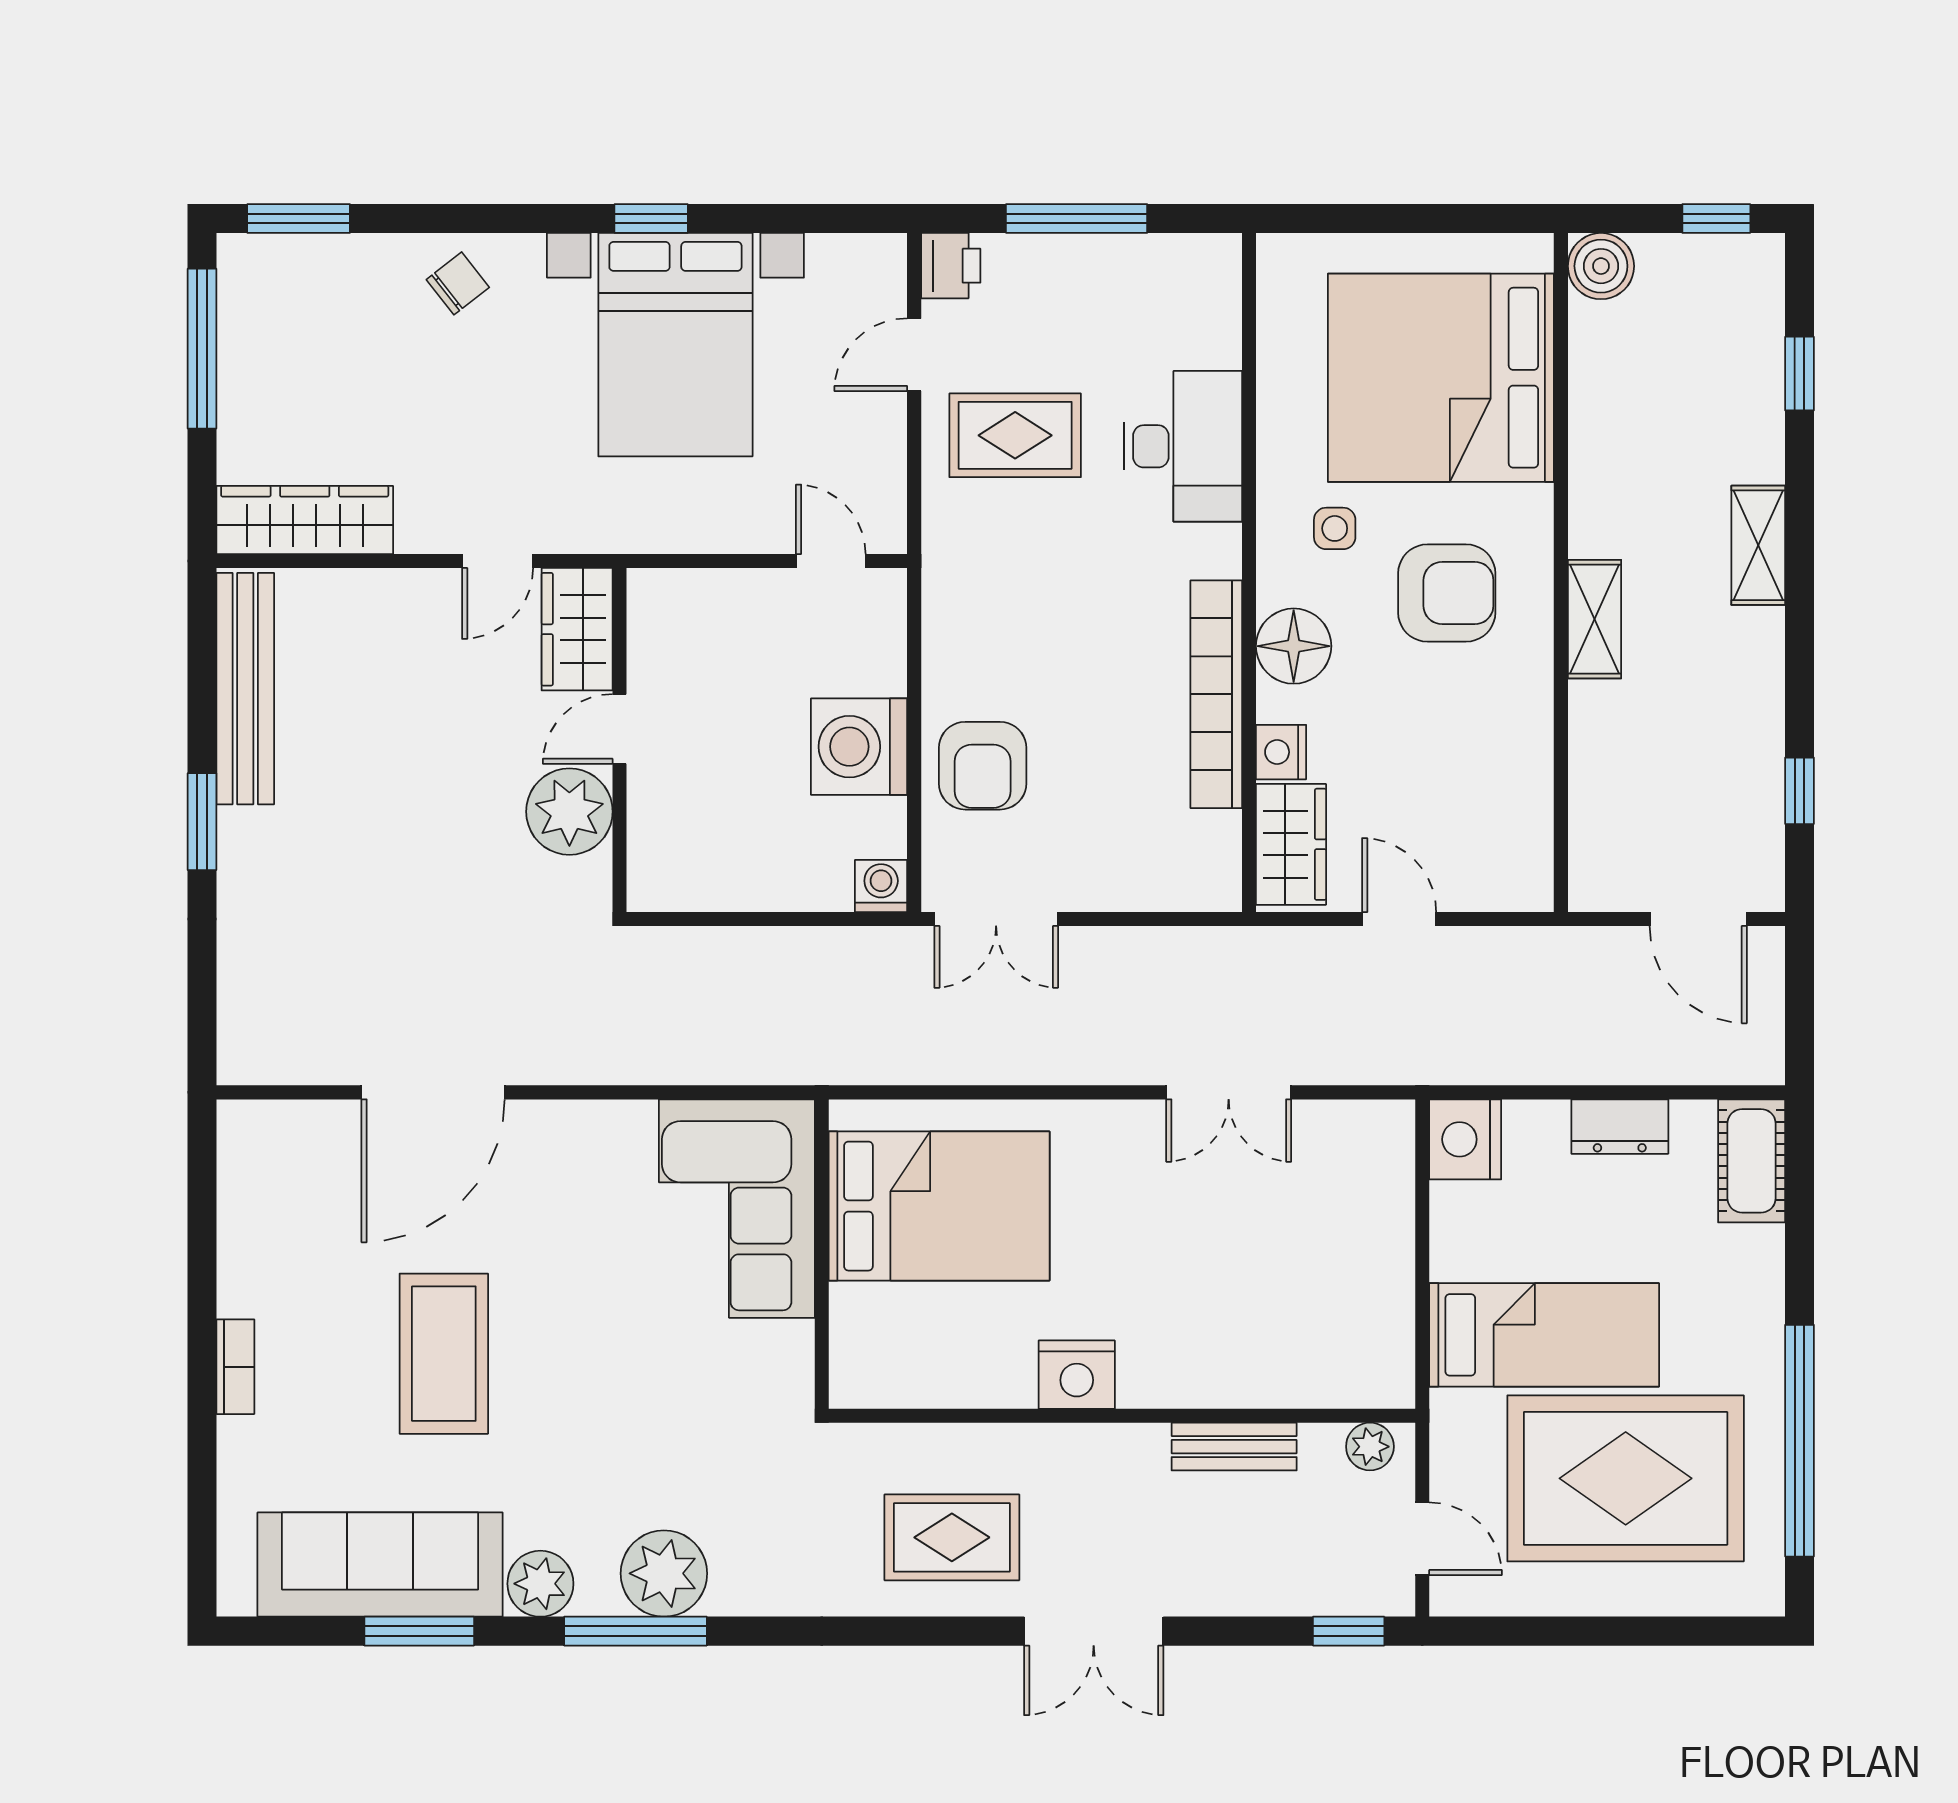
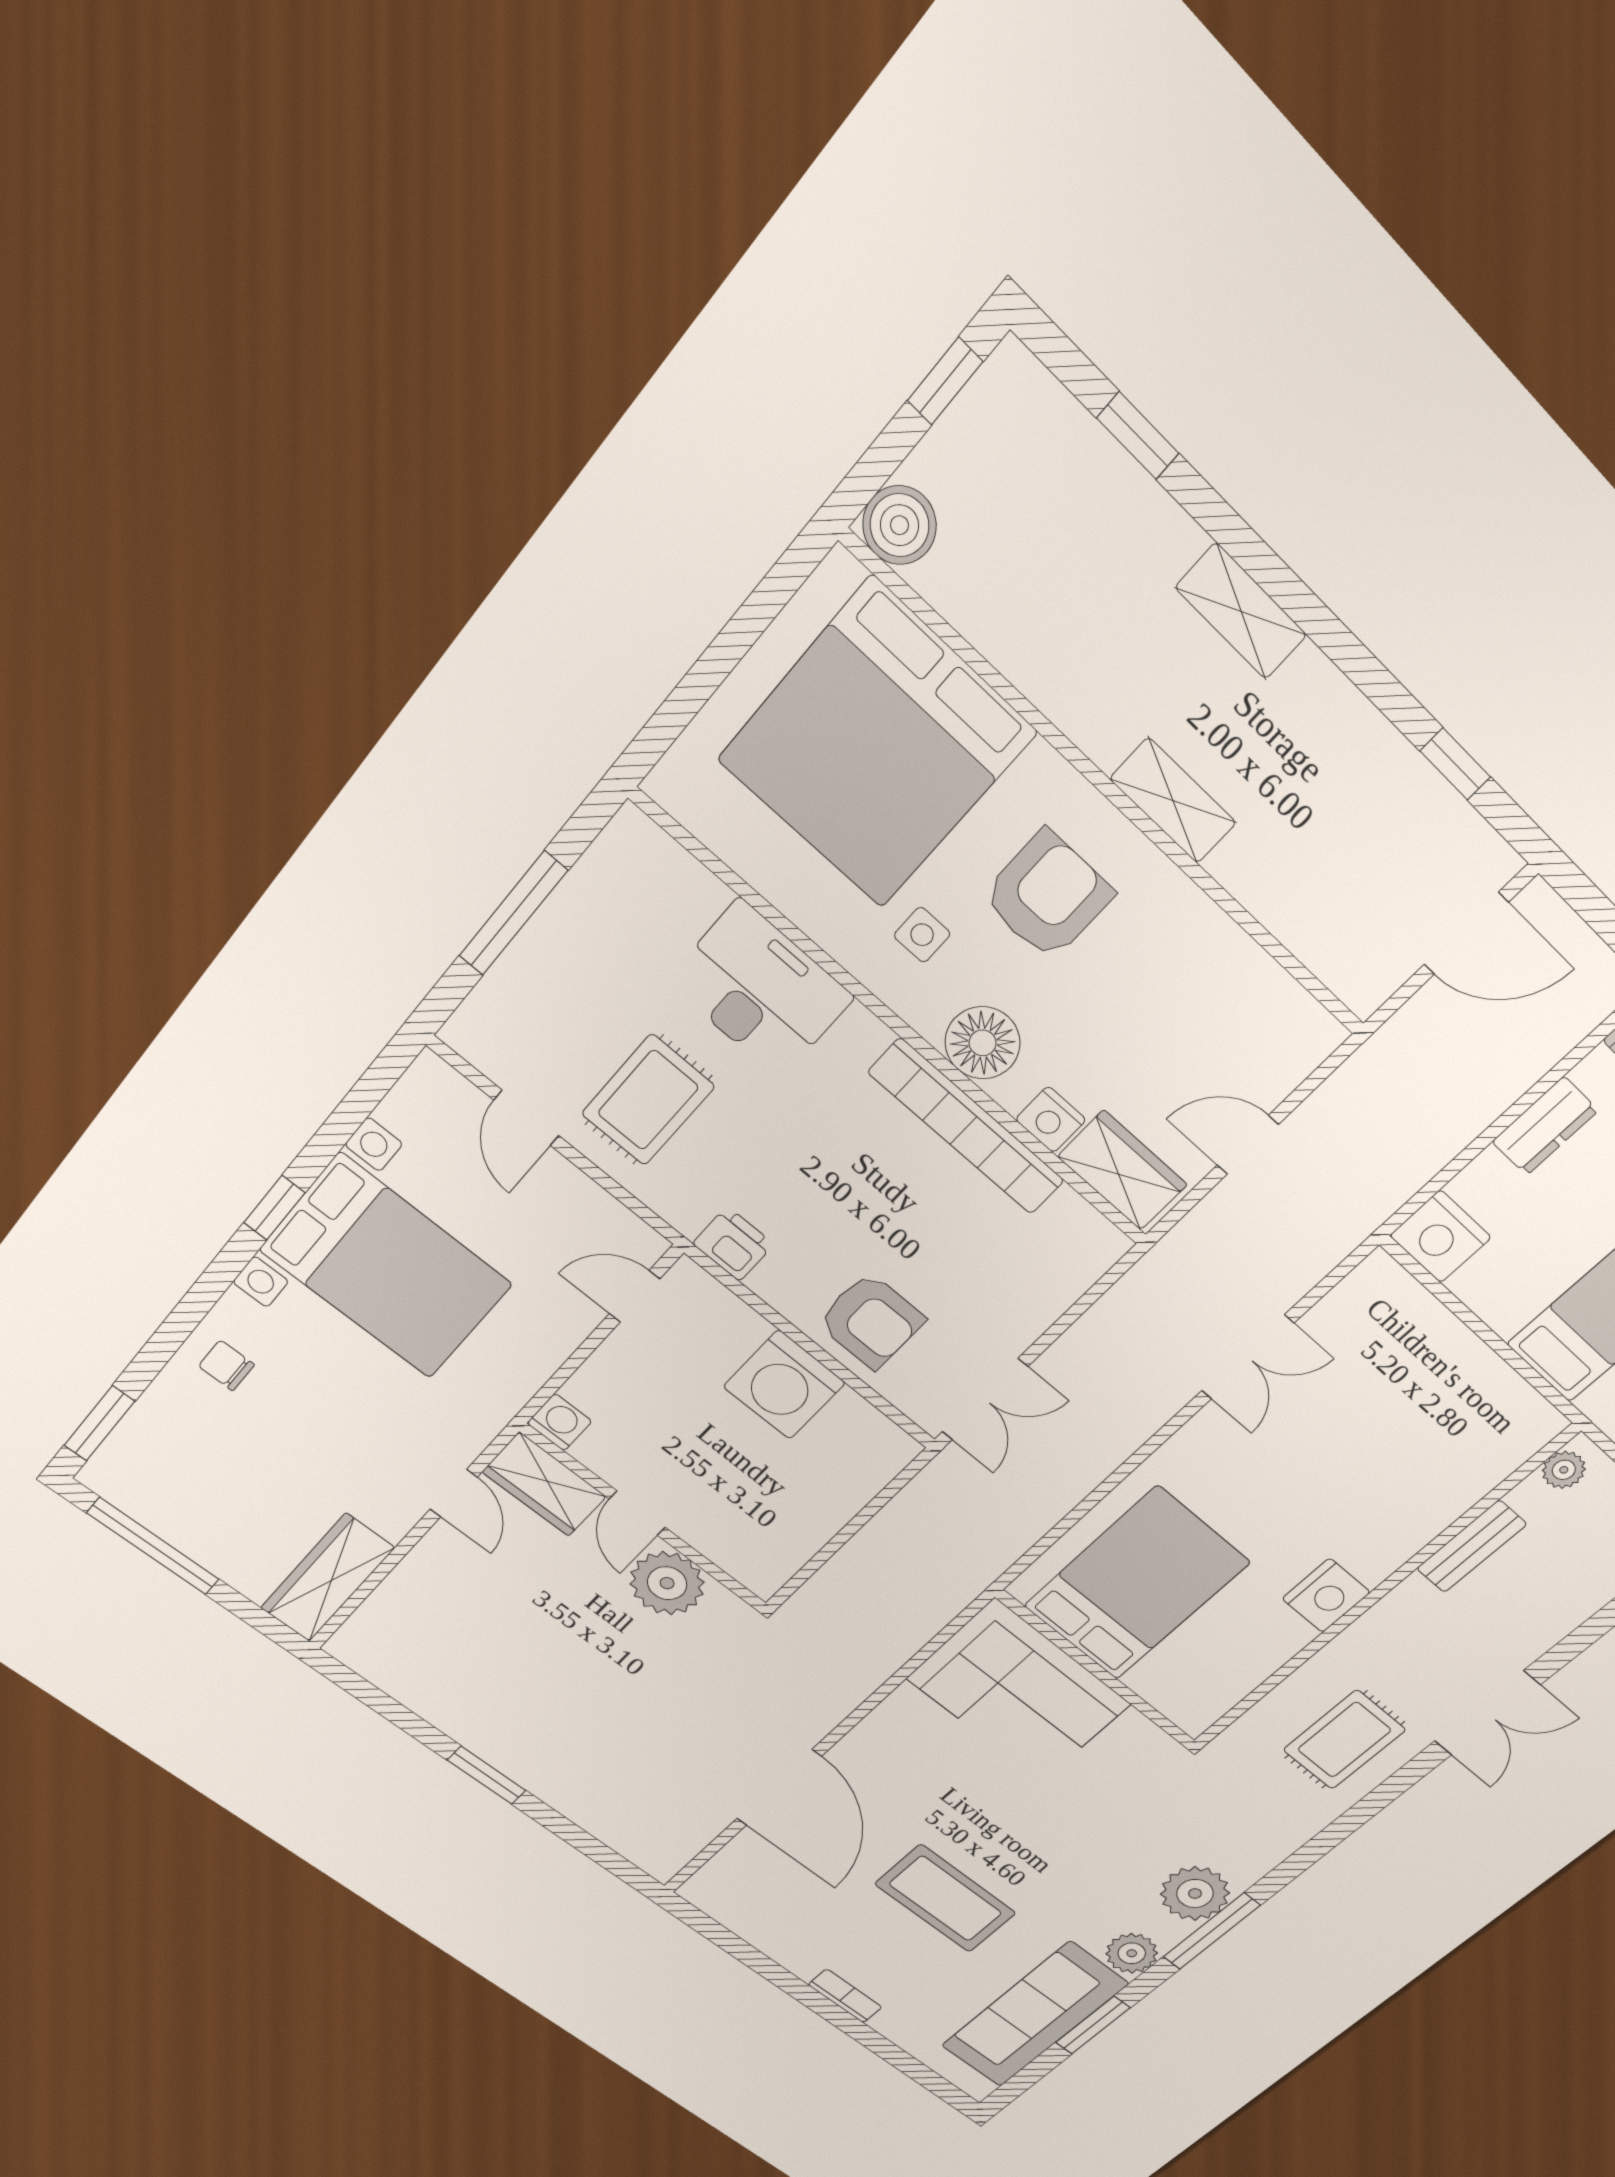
printer: (951, 266) -> (733, 1244), moved
chair: (458, 283) -> (226, 1365), turned -52
bench: (245, 689) -> (417, 1692), removed
washing machine: (881, 886) -> (560, 1422), moved, turned 90

